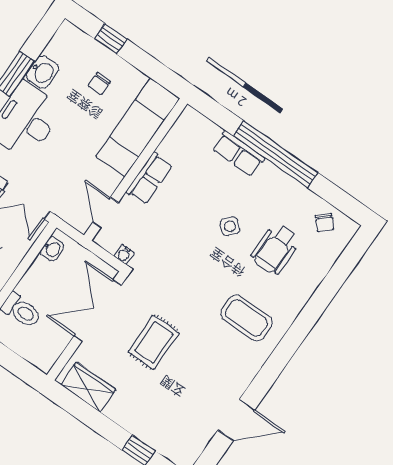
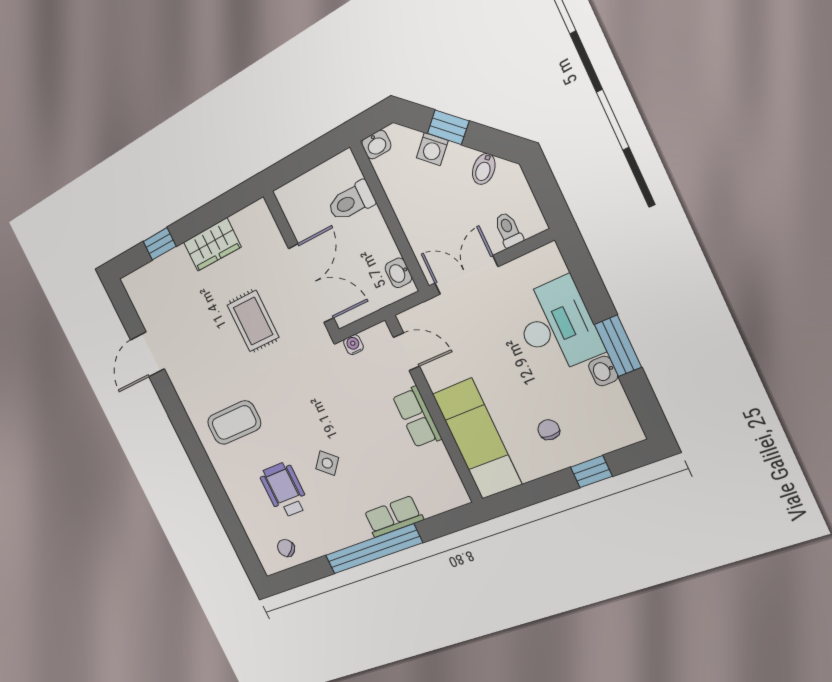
washbasin: (42, 72) -> (603, 371), width x0.72, depth x0.69
wardrobe: (88, 387) -> (212, 245), moved

